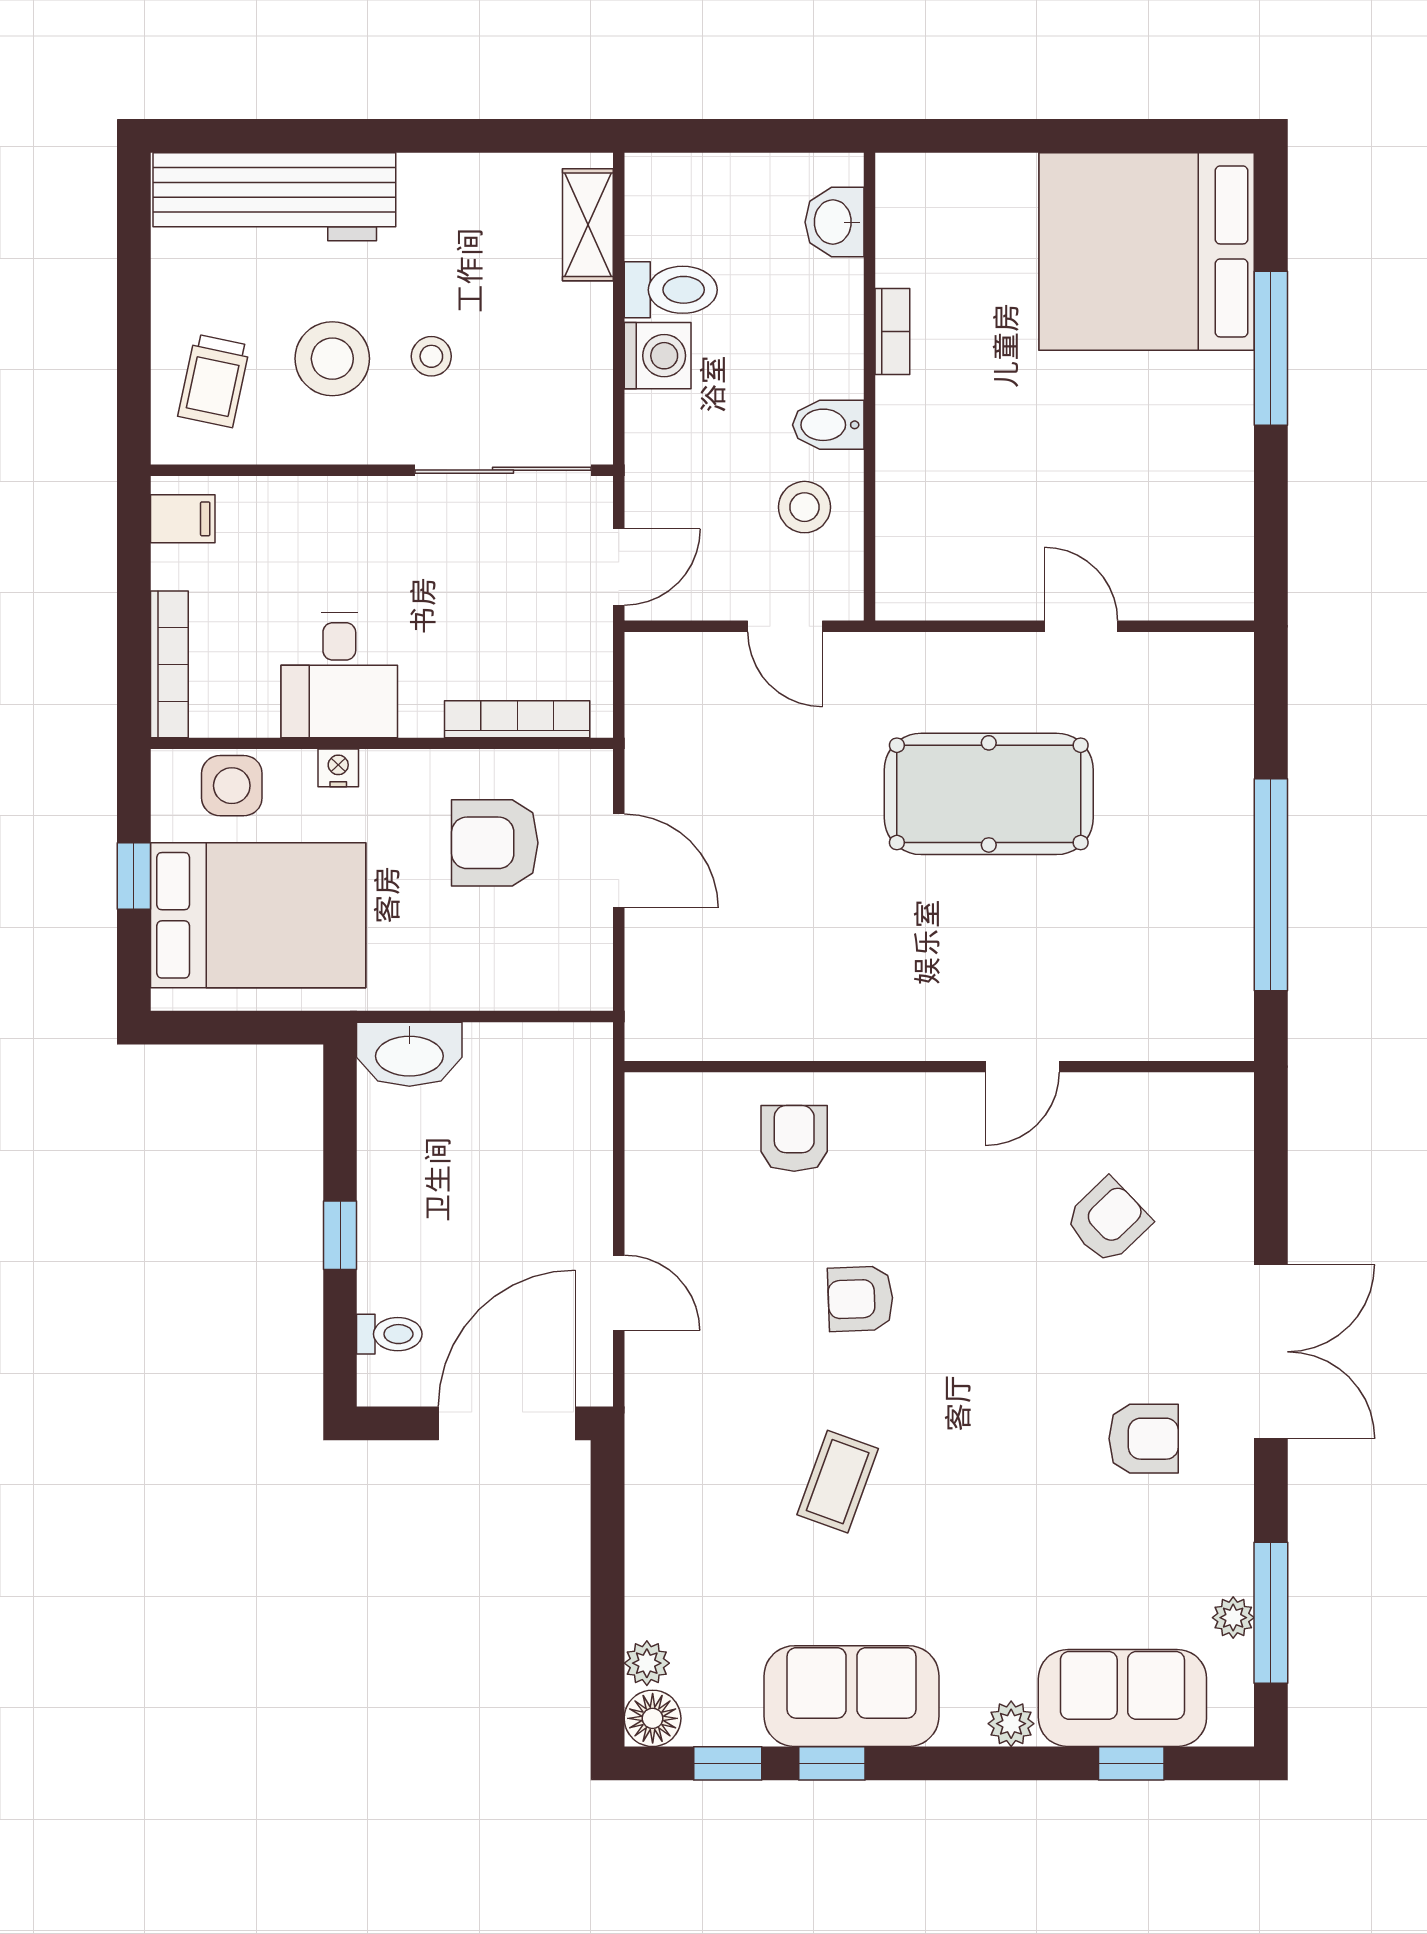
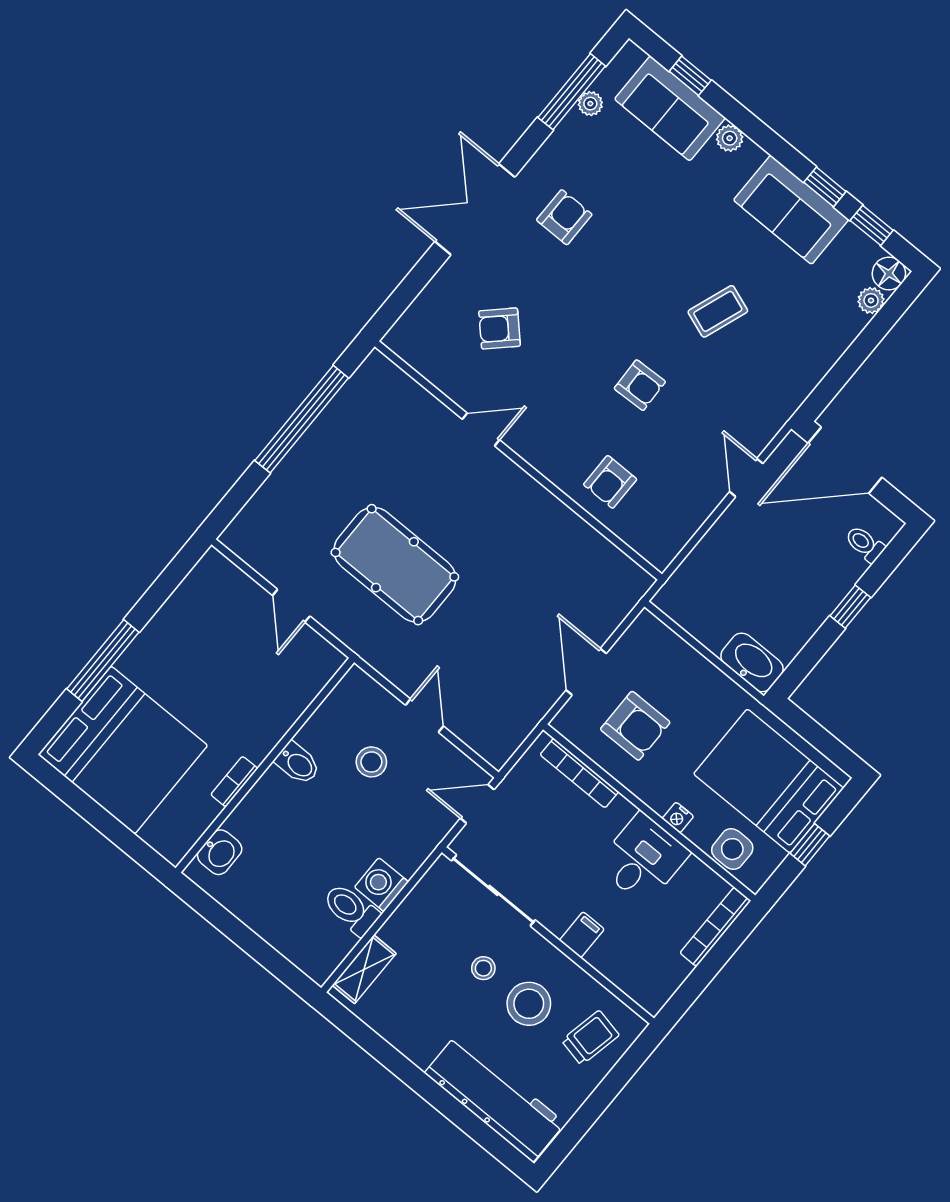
washbasin: (835, 222) -> (220, 852), moved
bookcase: (892, 331) -> (234, 782), moved
wall: (870, 387) -> (265, 765), moved
bidet: (828, 425) -> (298, 763), moved
filing cabinet: (183, 519) -> (582, 935), moved, turned 90
armchair: (1144, 1439) -> (564, 217), turned 90

